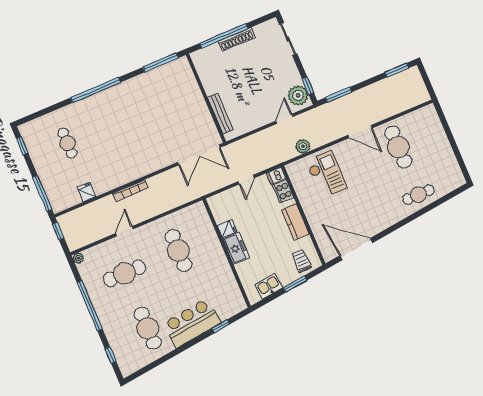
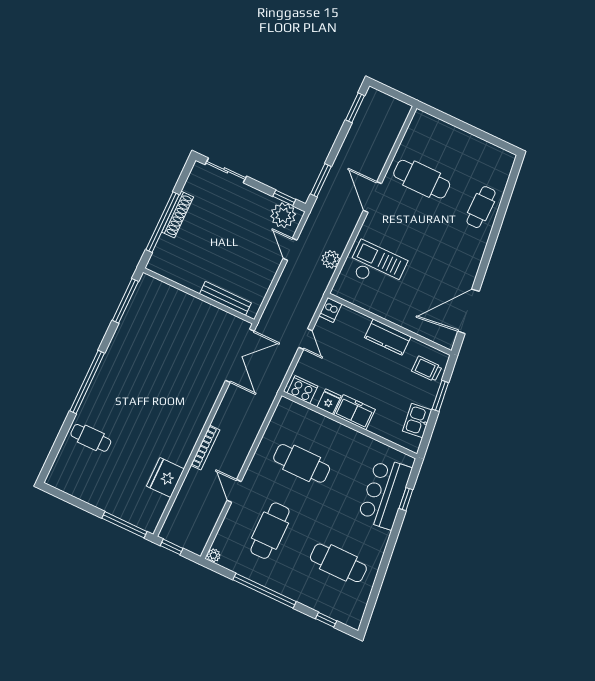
door: (360, 132) -> (372, 197), swing flipped
cafe table: (67, 143) -> (91, 438), moved
window: (22, 146) -> (65, 497), removed
cooker: (283, 191) -> (302, 390), moved, turned 180
fridge: (87, 192) -> (165, 477), width x1.88, depth x1.34
bar counter: (192, 323) -> (385, 493), moved

